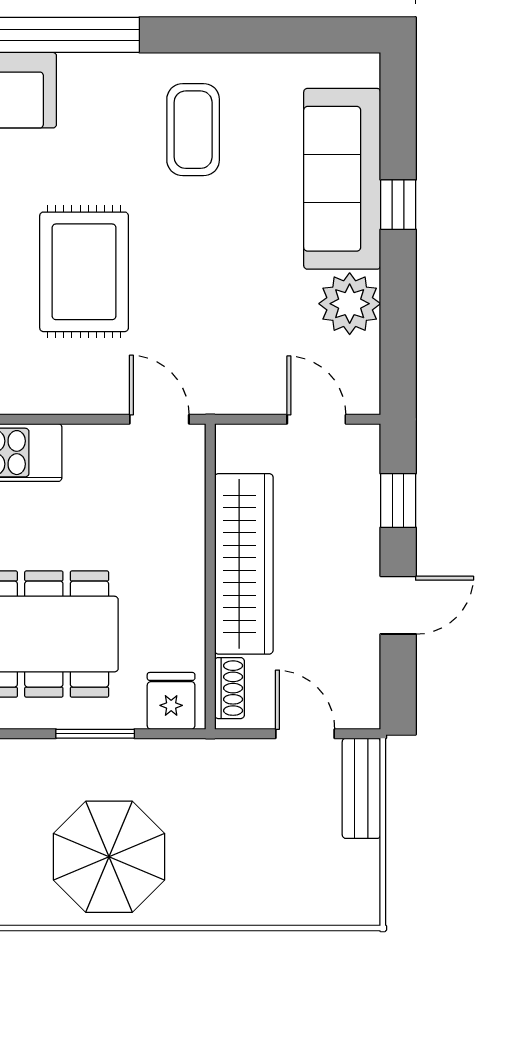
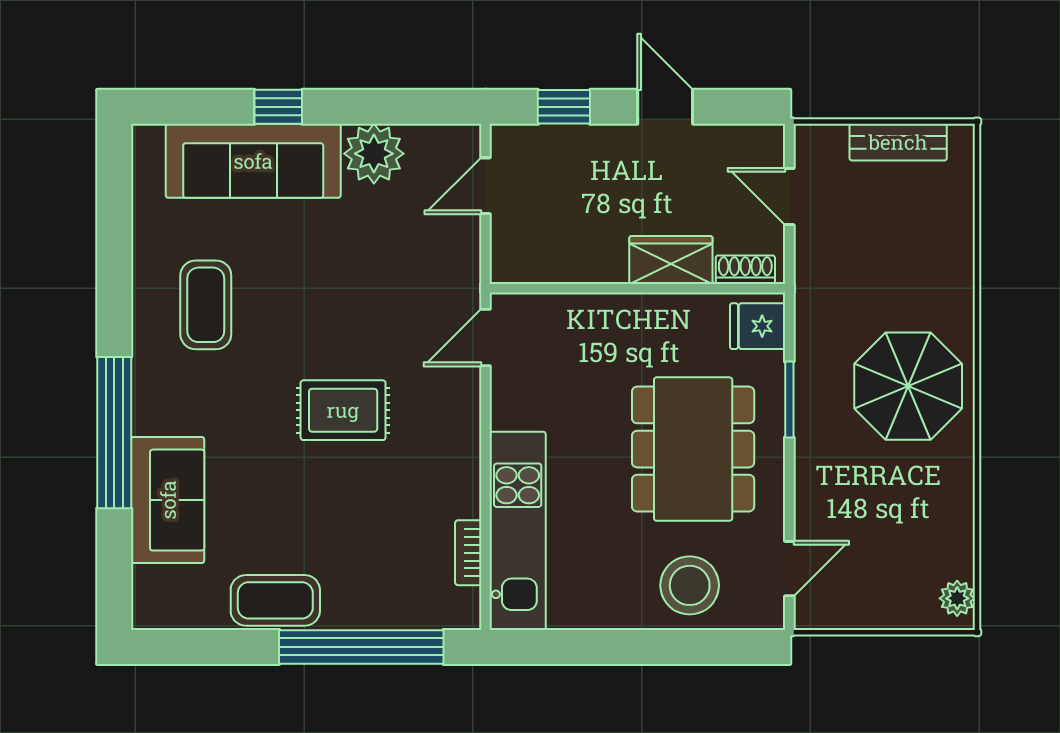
coffee table: (193, 130) -> (206, 305), turned 90
rug: (84, 272) -> (343, 410), width x0.73, depth x0.70
wardrobe: (244, 564) -> (671, 260), width x0.48, depth x0.85
door: (305, 734) -> (789, 197), hinge flipped
bench: (361, 788) -> (898, 142), moved

